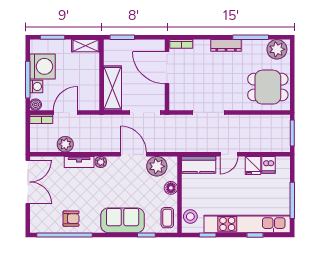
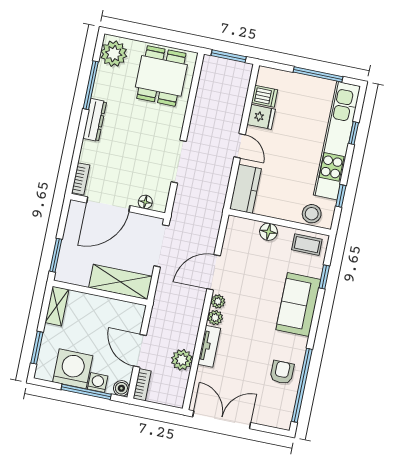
floor lamp: (174, 94) -> (145, 202), added
plant: (157, 166) -> (218, 301), moved, width x0.53, depth x0.53

